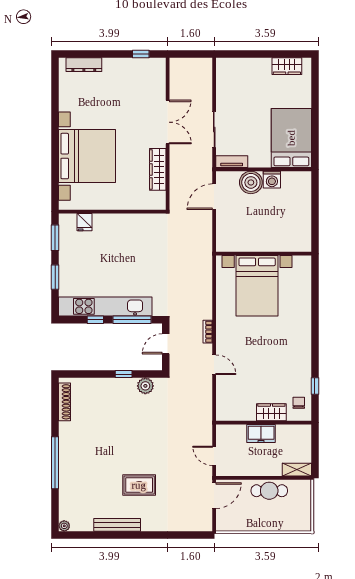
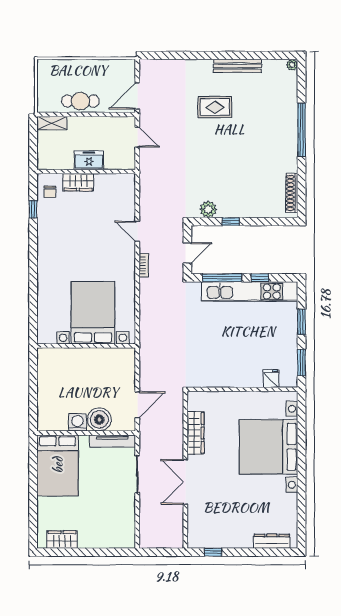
tv unit: (232, 162) -> (112, 441), width x1.41

